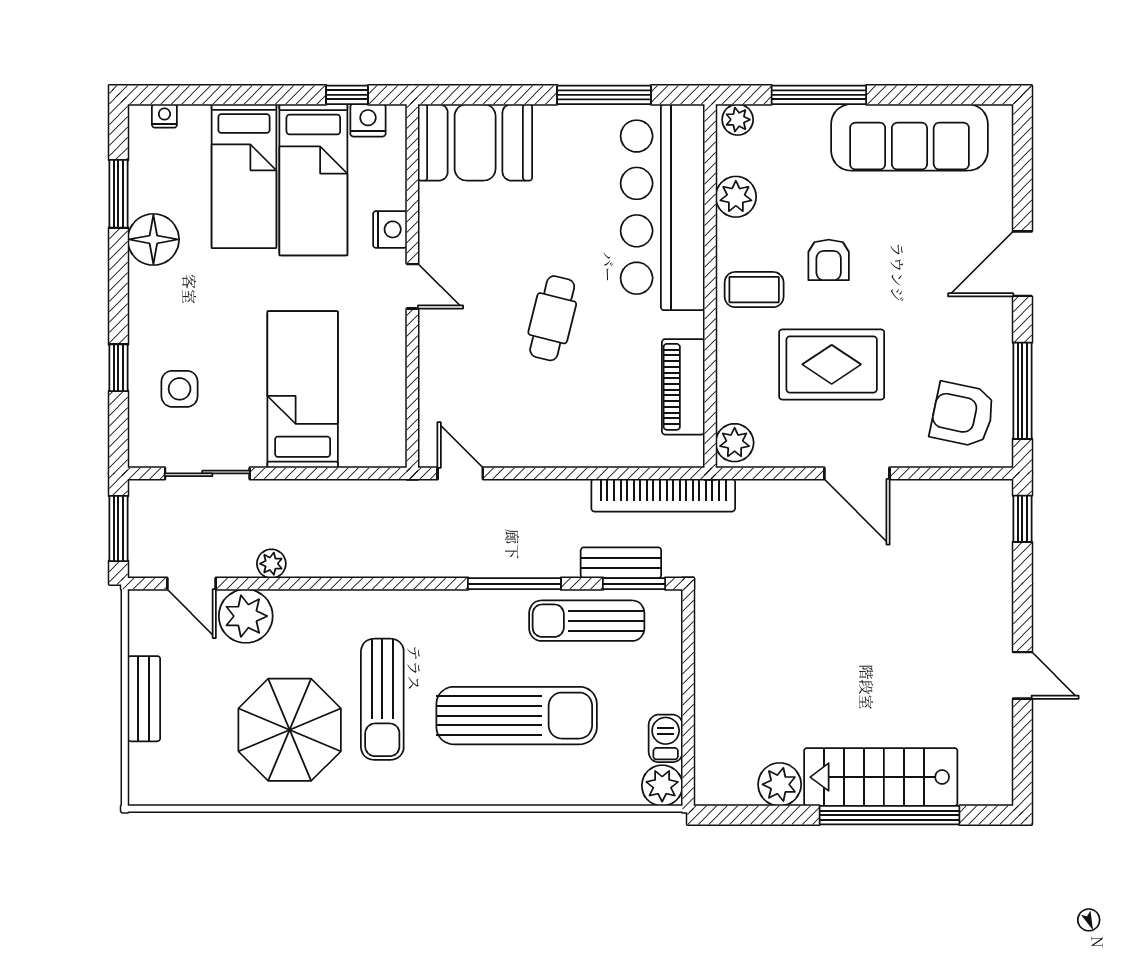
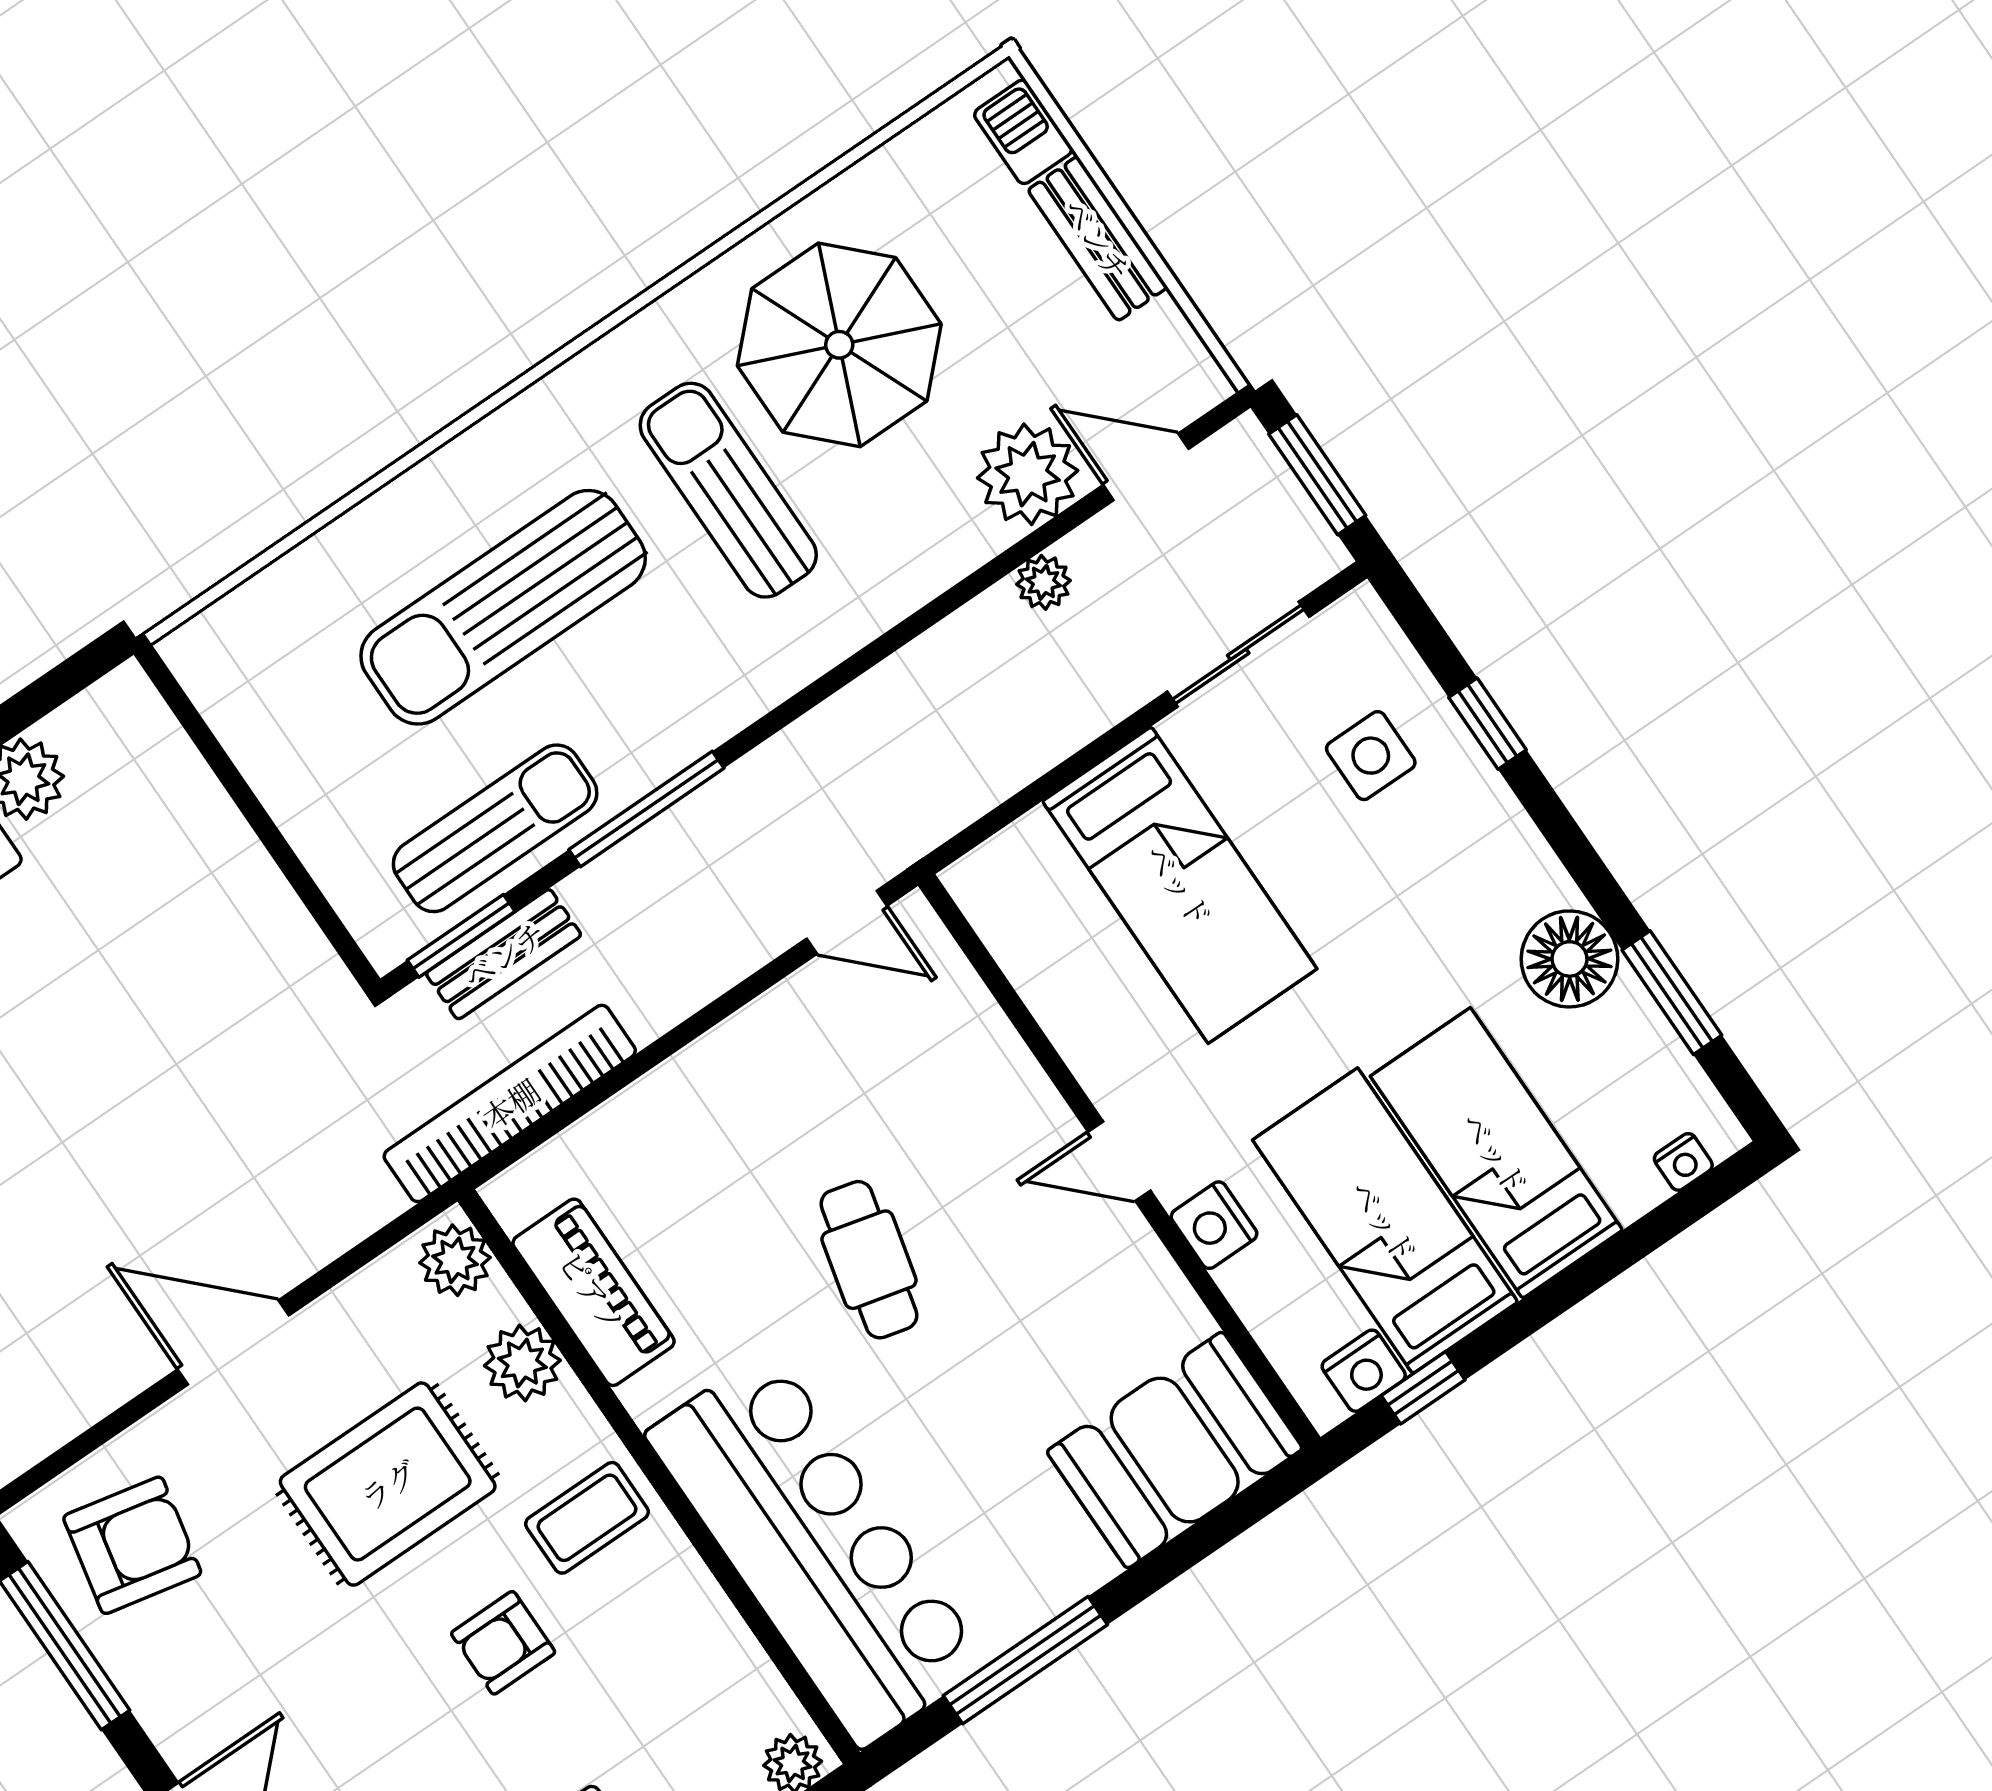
plant: (736, 197) -> (522, 1363), moved
armchair: (829, 260) -> (503, 1643), turned -90
barbecue: (666, 738) -> (1023, 132), moved, turned 180
plant: (662, 786) -> (204, 653), removed

